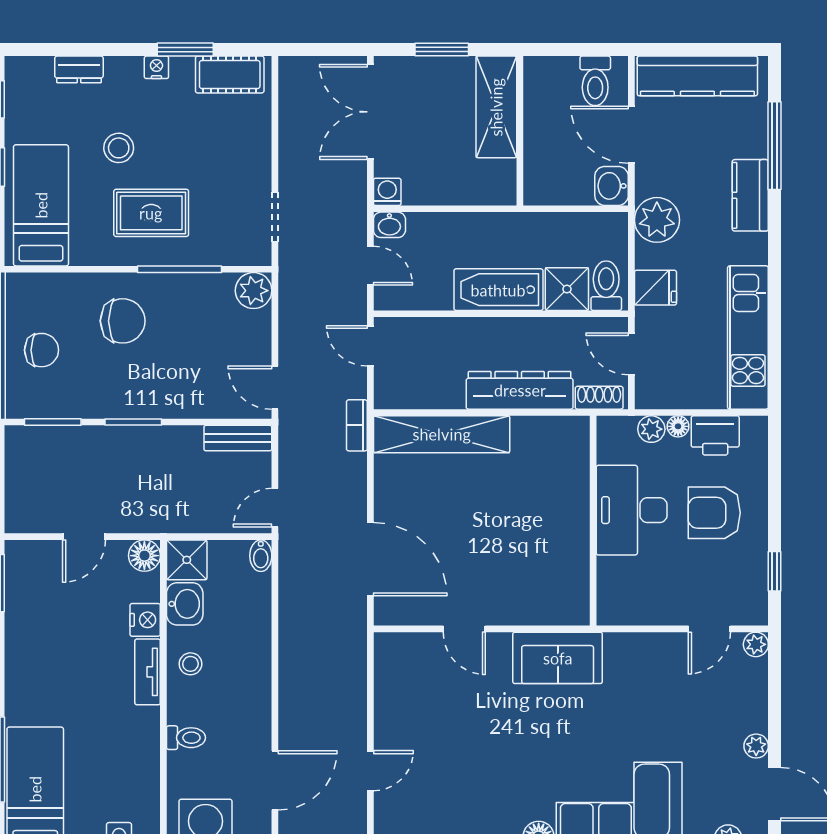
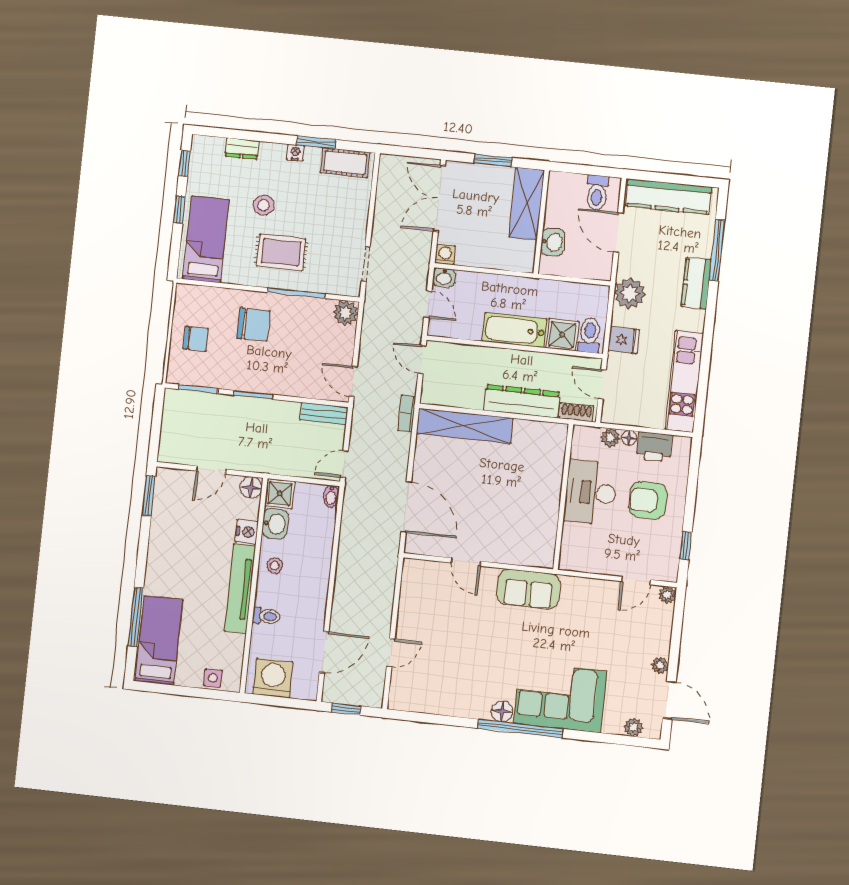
washbasin: (612, 186) -> (553, 242), moved, turned 180
tv unit: (148, 672) -> (240, 589), width x1.92, depth x1.29

